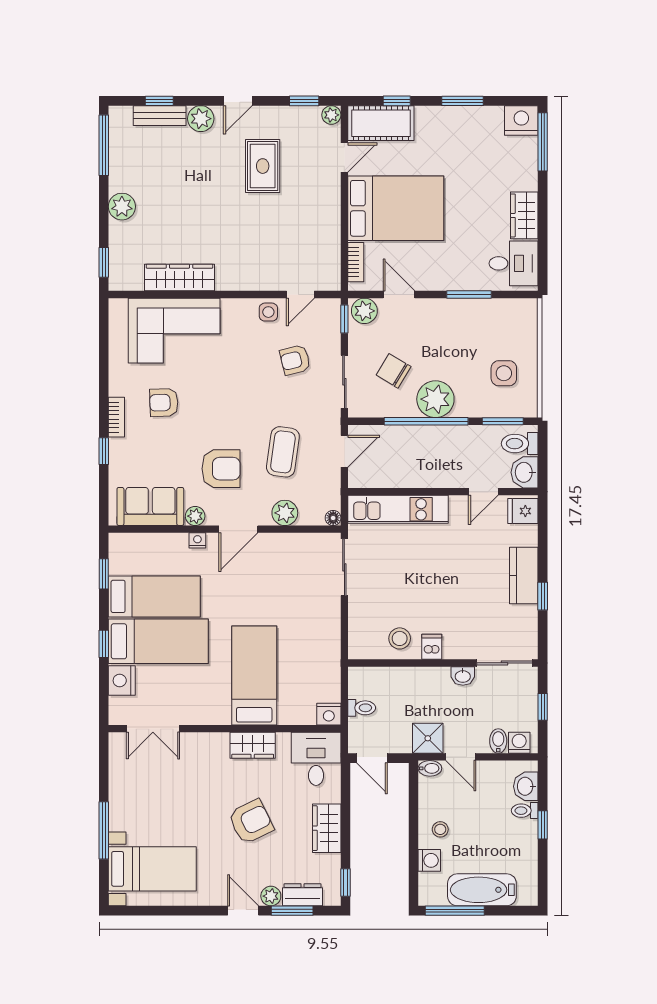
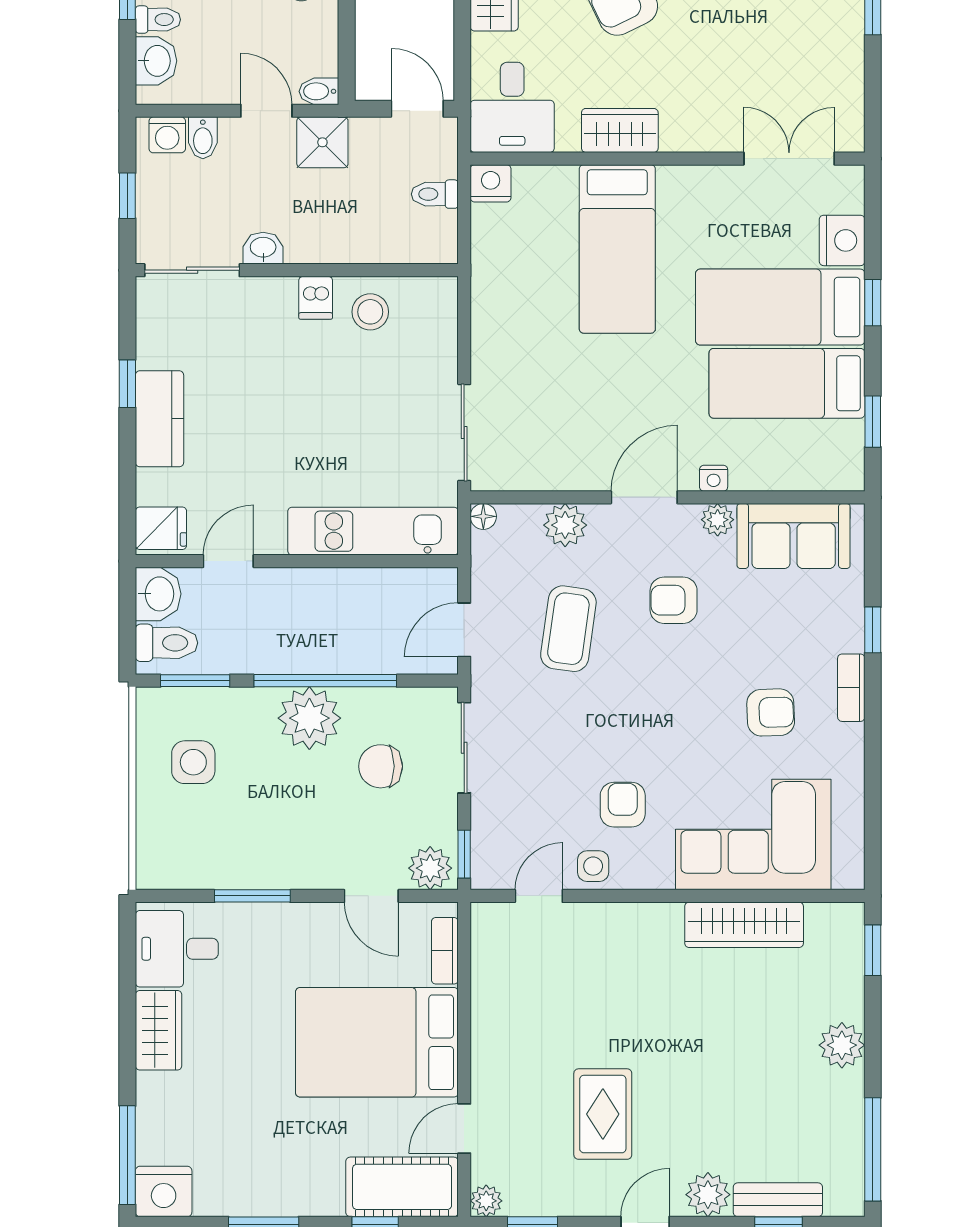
armchair: (295, 360) -> (623, 805), moved, turned -76
chair: (394, 371) -> (381, 766), turned 149
armchair: (221, 469) -> (674, 600), width x0.72, depth x0.72

